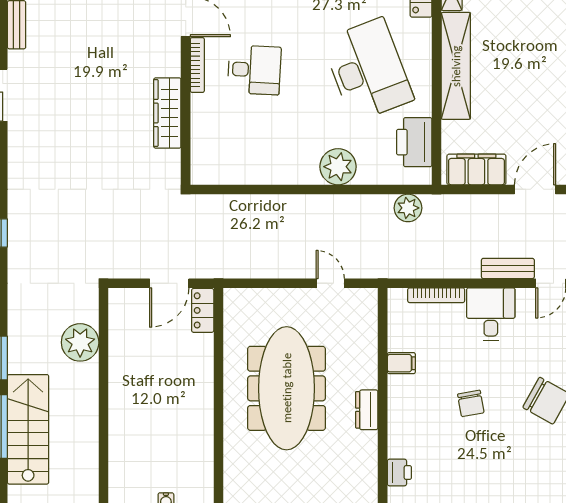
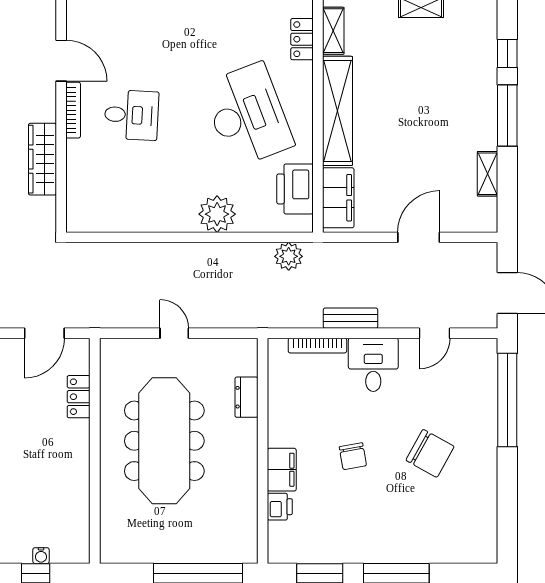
filing cabinet: (476, 169) -> (338, 198), moved, turned 90
bench: (508, 268) -> (350, 318), moved
door: (330, 283) -> (174, 333), moved
locker: (203, 310) -> (79, 397), moved
filing cabinet: (401, 363) -> (282, 470), moved, width x2.00
dresser: (367, 410) -> (246, 397), moved
printer: (399, 473) -> (280, 507), moved

